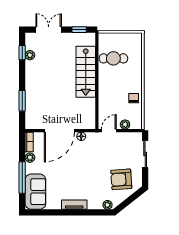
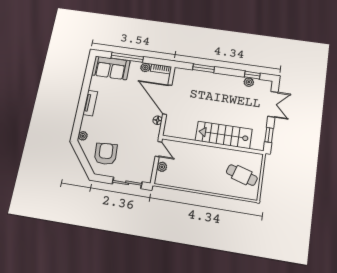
cafe table: (113, 58) -> (242, 175), moved, turned -73
chair: (134, 98) -> (188, 180), removed

